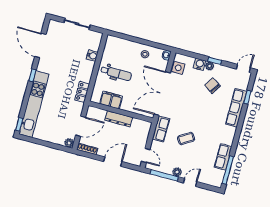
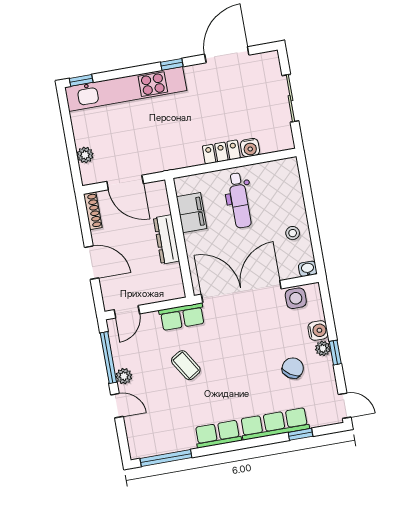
locker: (82, 92) -> (221, 152), moved
plant: (69, 143) -> (85, 155), moved
row of seats: (223, 157) -> (218, 434), moved

